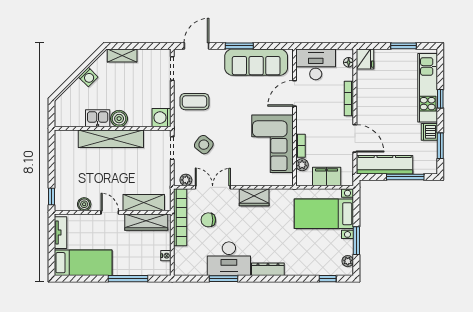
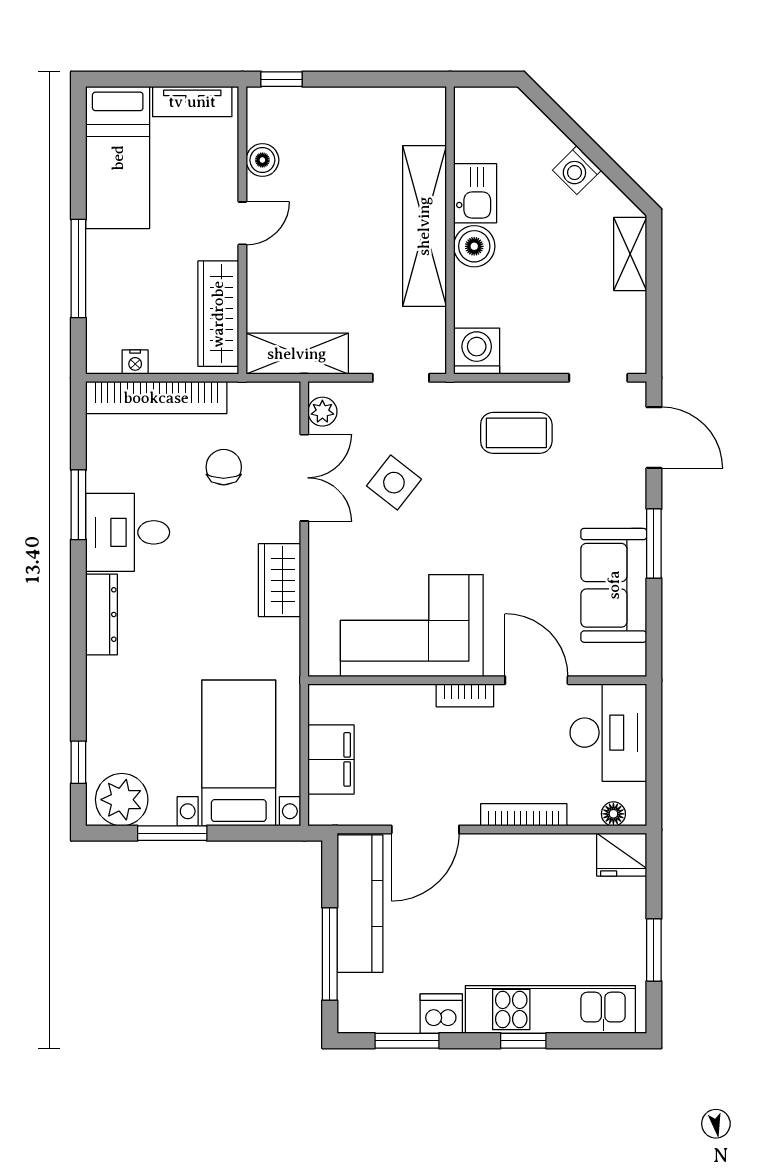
sofa: (256, 62) -> (614, 585), width x0.73
coffee table: (195, 102) -> (516, 433), turned 90
side table: (204, 145) -> (394, 483), moved
bookcase: (301, 146) -> (465, 695), moved
plant: (302, 165) -> (360, 699), removed
shelving: (144, 203) -> (297, 354), moved, turned 90
bookcase: (180, 217) -> (156, 398), moved
desk: (229, 259) -> (128, 532), width x0.73
plant: (348, 261) -> (122, 800), width x1.87, depth x1.87

